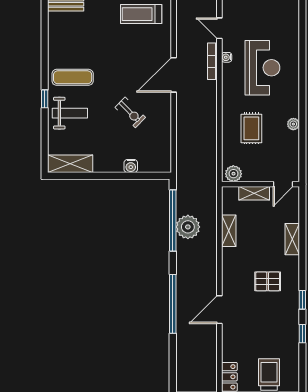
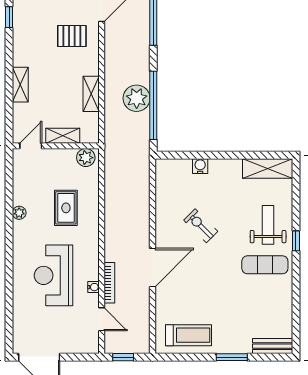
weight bench: (70, 113) -> (268, 225), turned 90
pallet: (268, 281) -> (72, 36), moved

